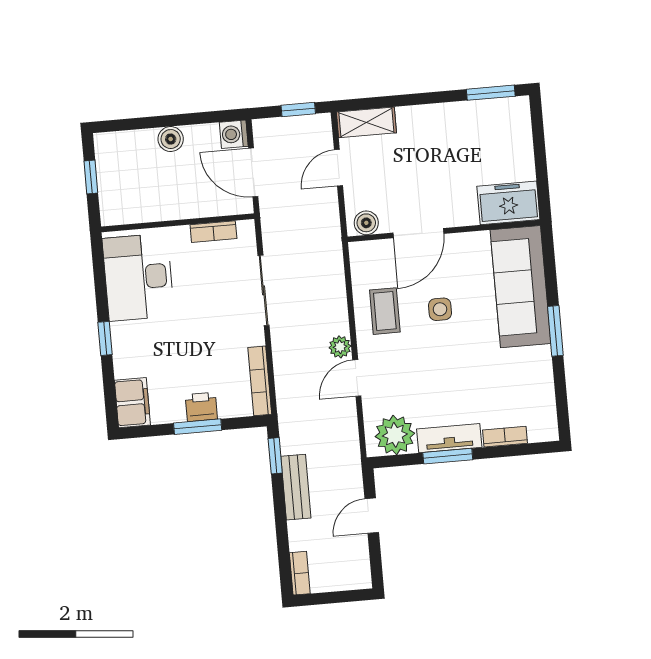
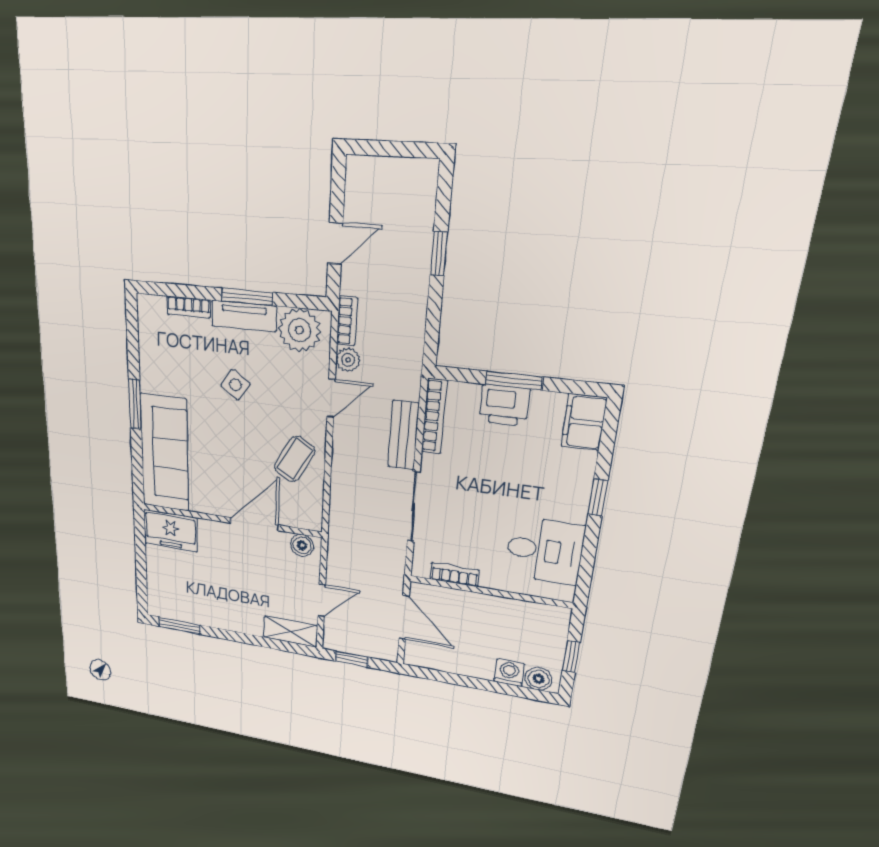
washing machine: (234, 134) -> (509, 673), moved, turned -90
boiler: (171, 139) -> (538, 679), moved
desk: (138, 277) -> (544, 551), width x0.73
side table: (440, 309) -> (235, 385), moved, turned 36
coffee table: (385, 311) -> (294, 459), turned 30
plant: (340, 347) -> (348, 360), moved
printer: (201, 407) -> (504, 405), width x1.36, depth x1.24
window: (275, 456) -> (439, 254), moved
bench: (296, 487) -> (403, 435), moved
bookcase: (300, 573) -> (347, 321), moved, turned 180

